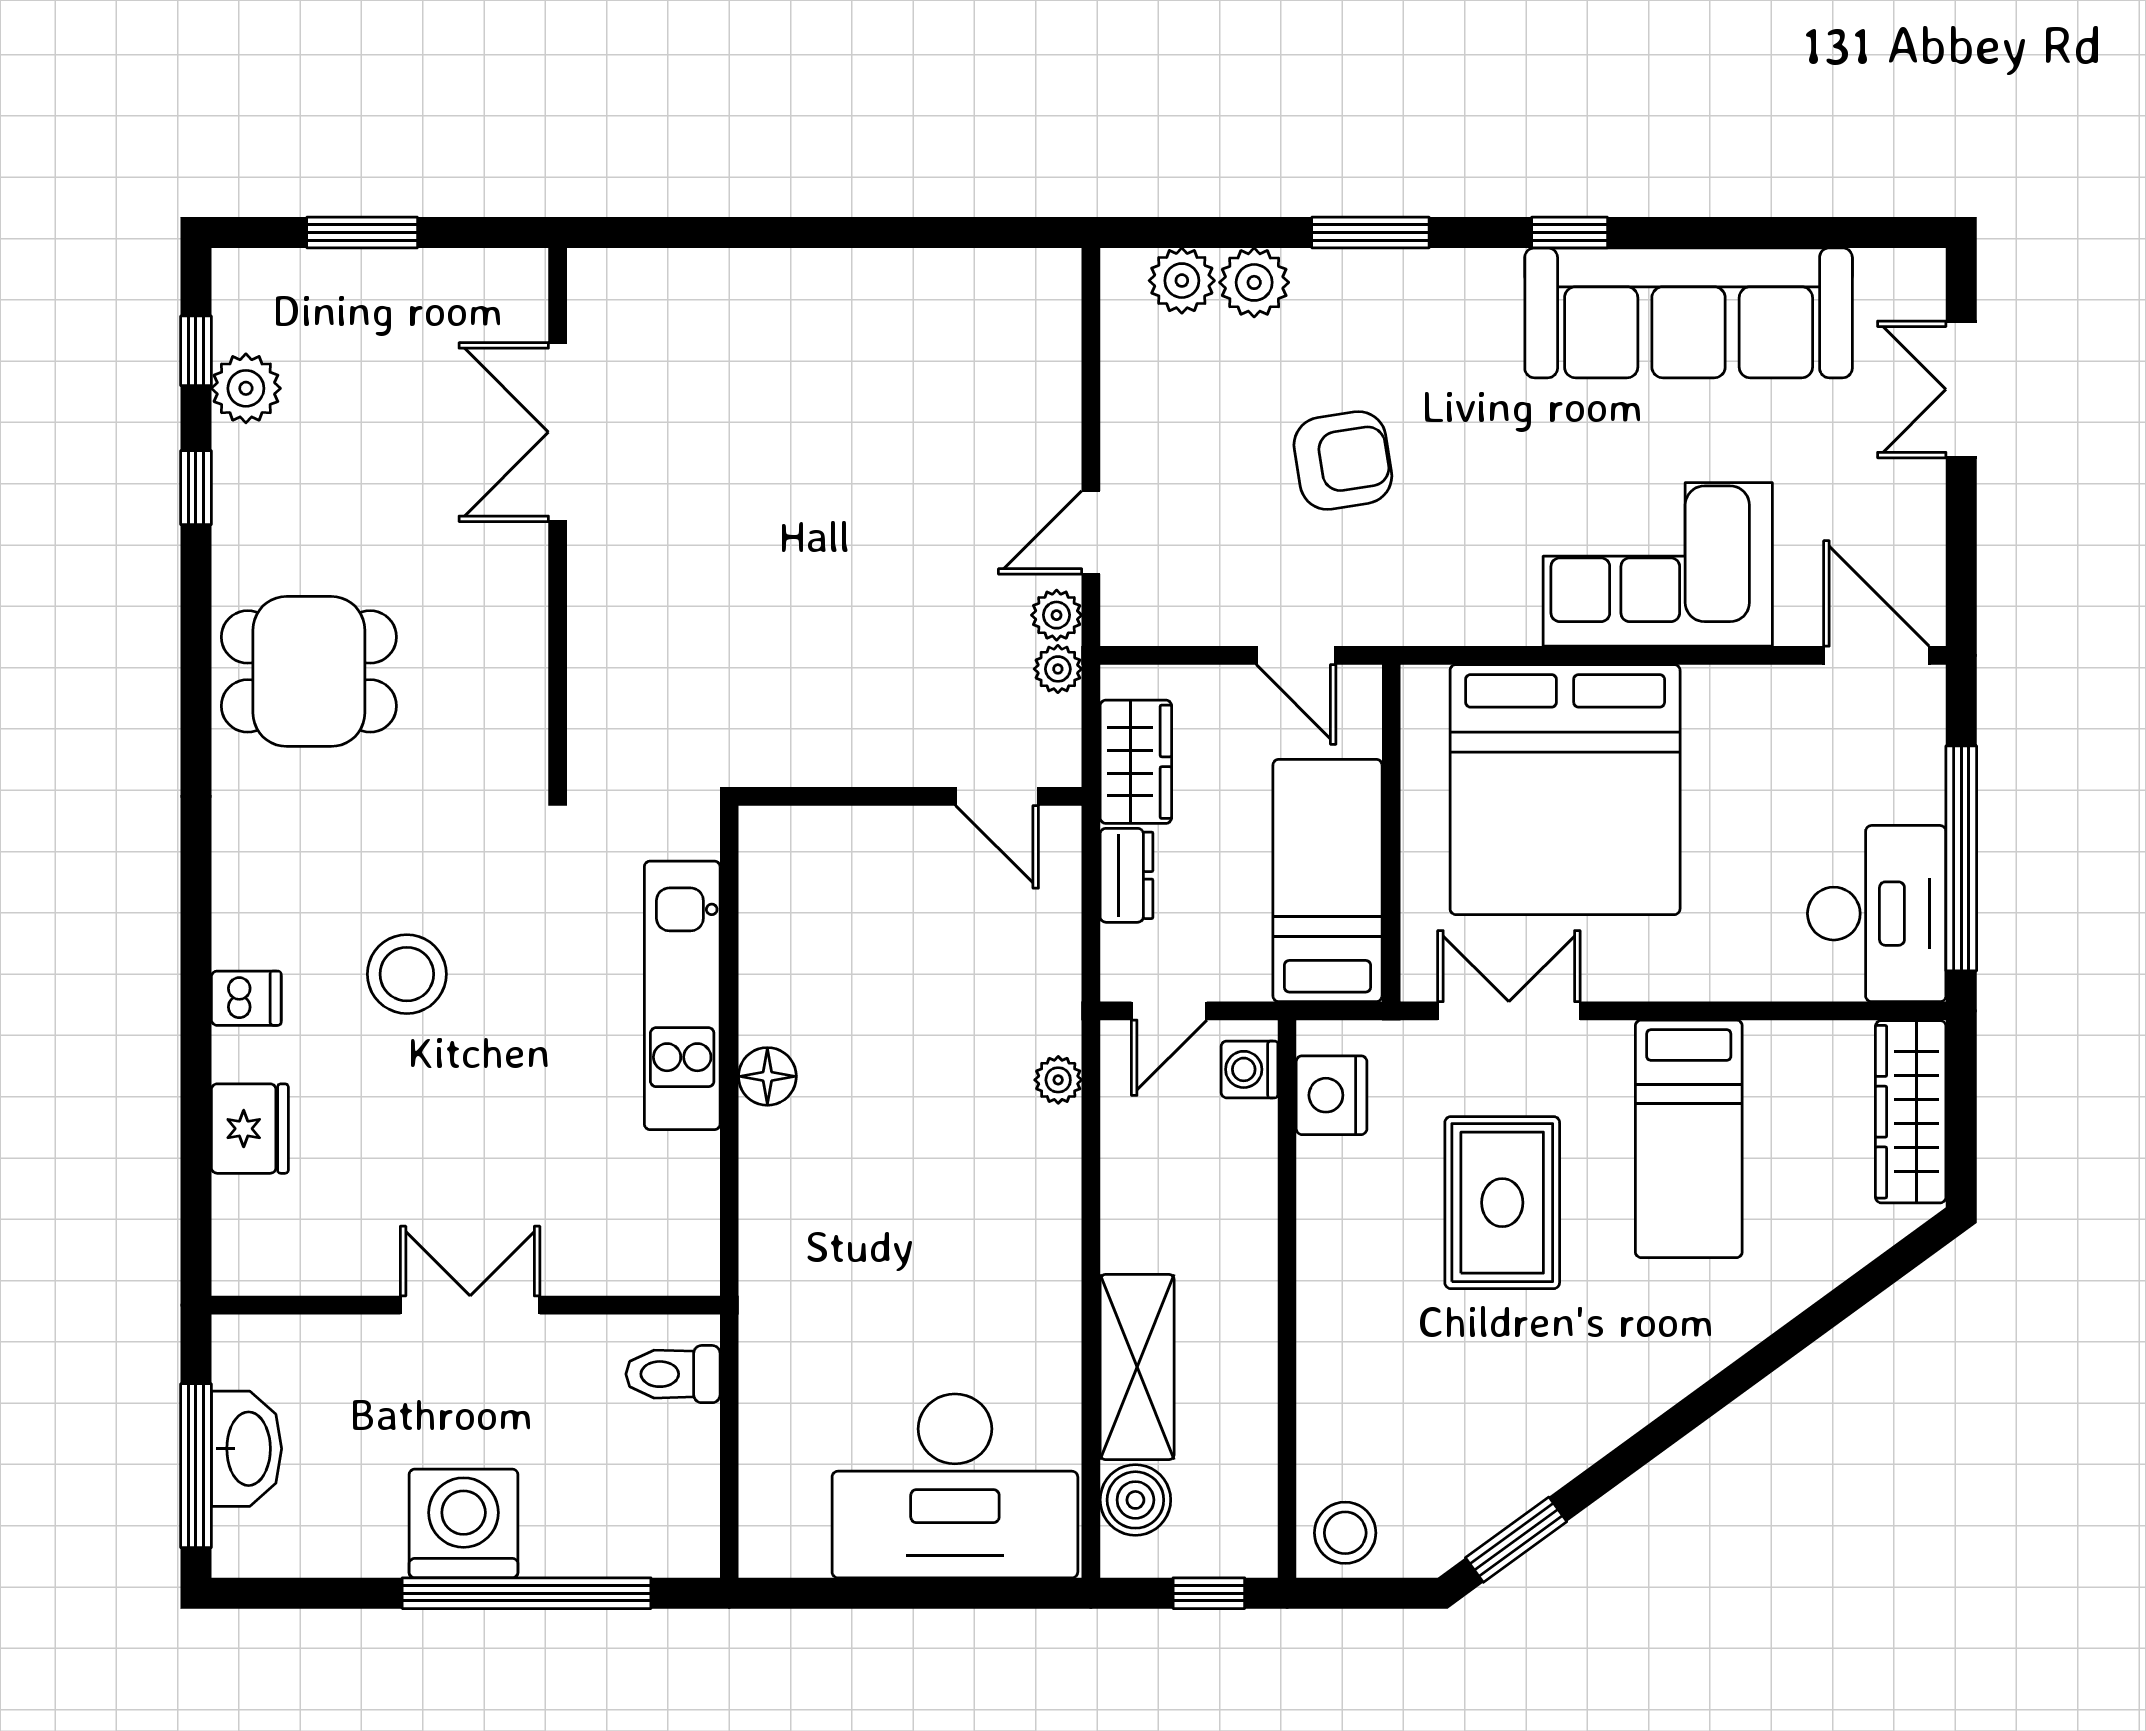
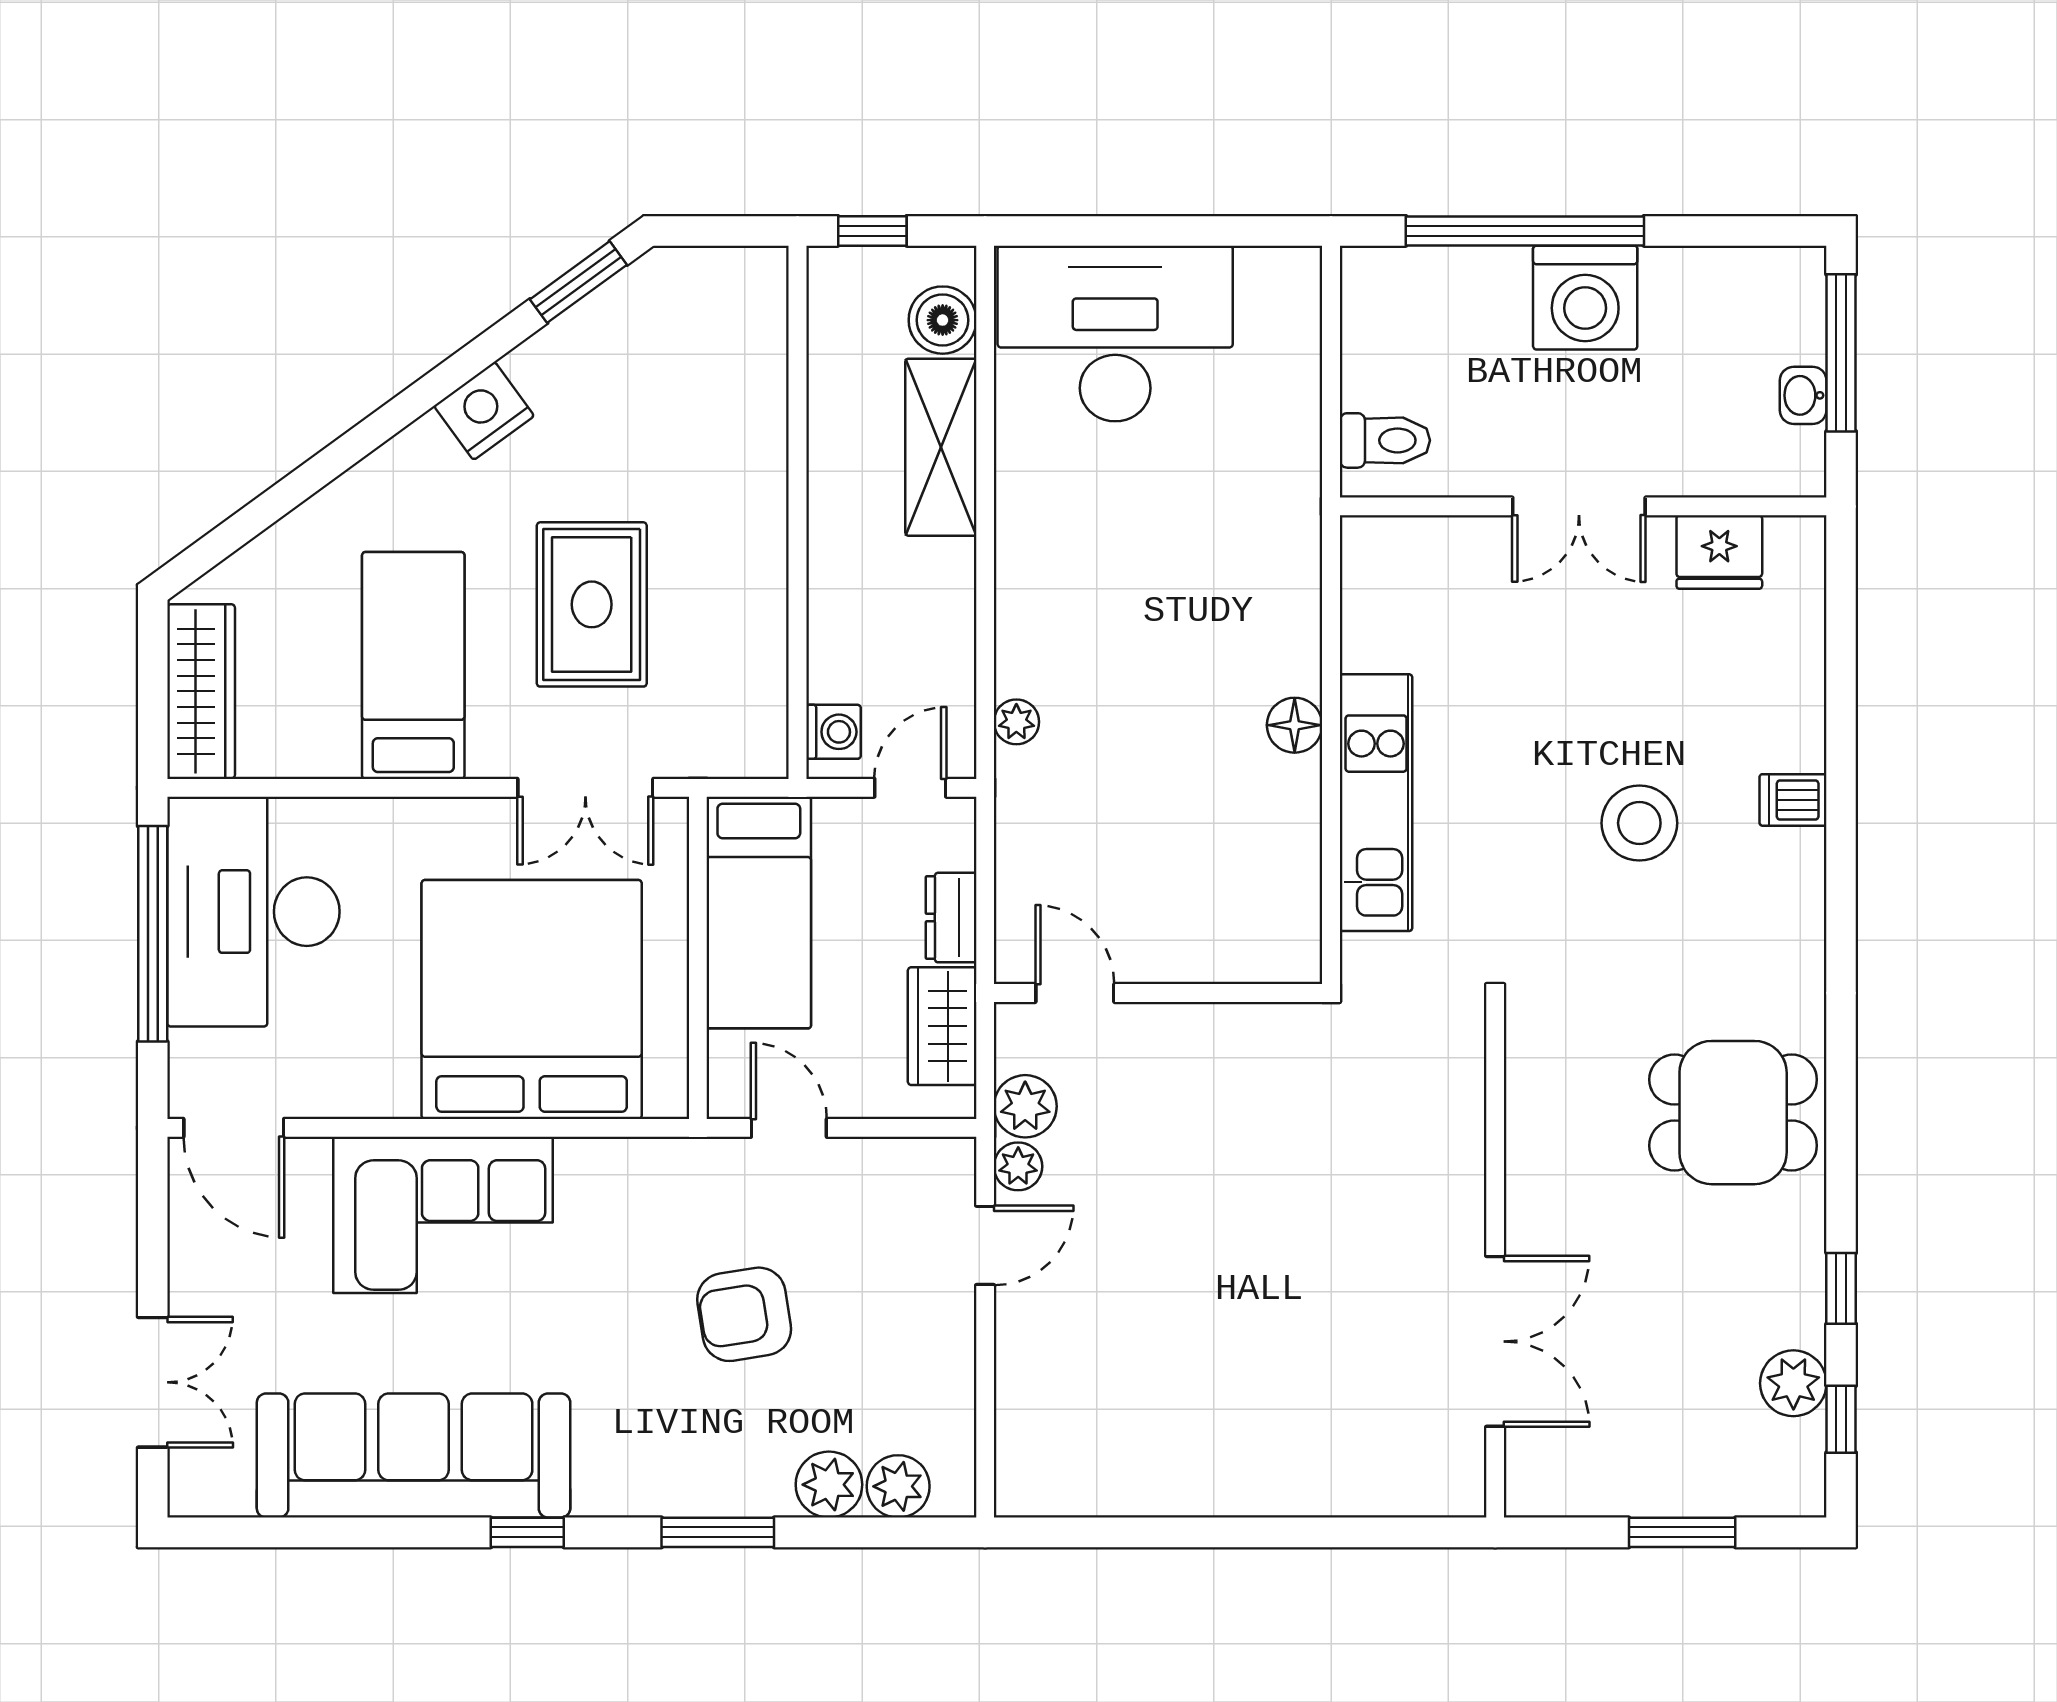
plant: (1058, 669) -> (1025, 1106), width x1.38, depth x1.38
desk: (1877, 914) -> (253, 912), width x1.36, depth x1.30
nightstand: (1332, 1095) -> (484, 411), moved, turned -126
fridge: (250, 1129) -> (1719, 552), moved, turned -90
washbasin: (246, 1449) -> (1803, 395), width x0.52, depth x0.69
stool: (1345, 1533) -> (742, 289), removed

